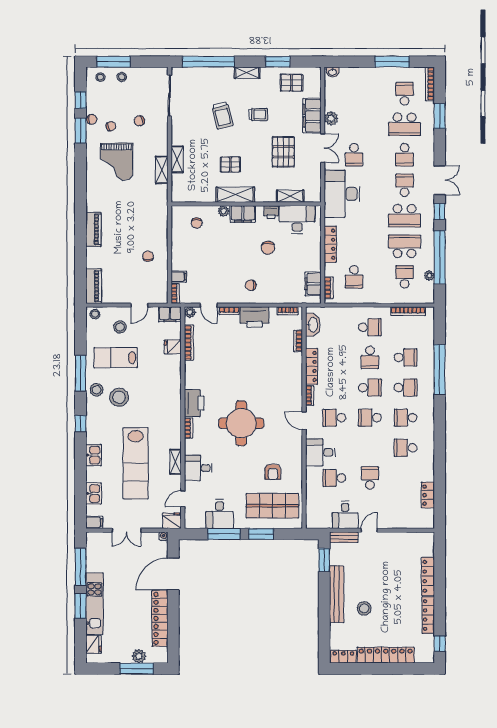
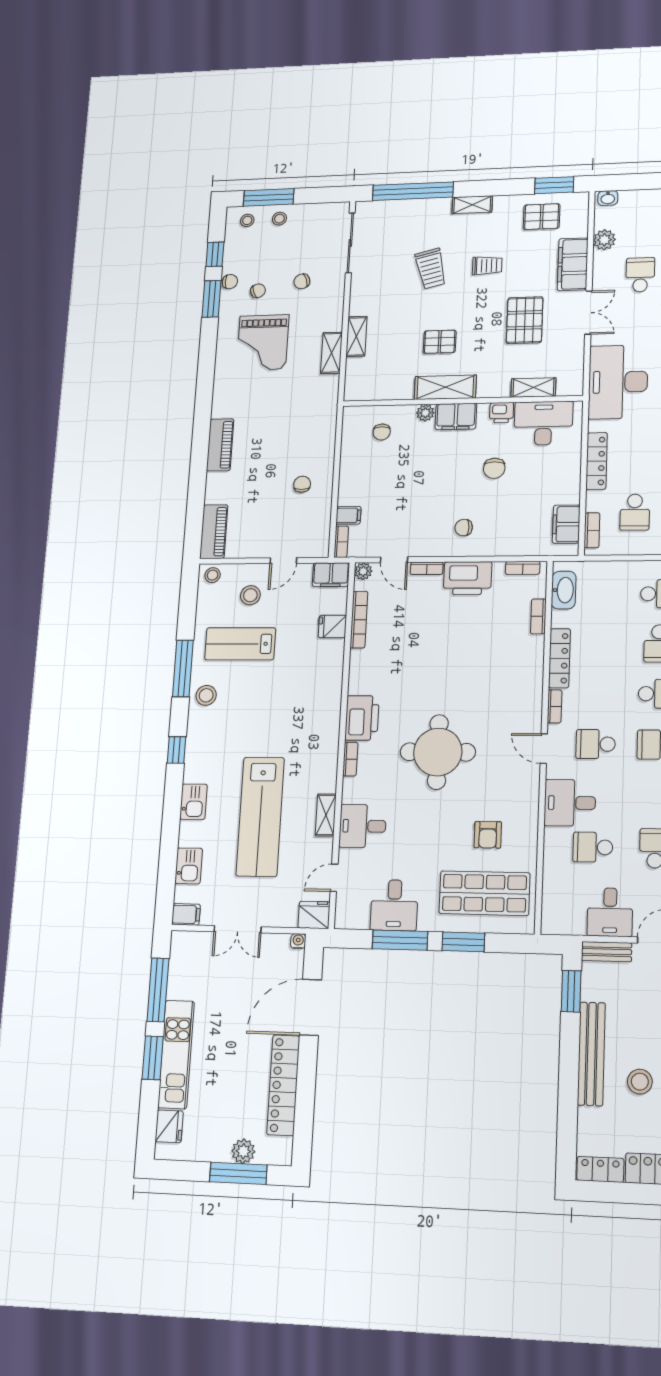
window: (278, 62) -> (554, 185), moved
plant: (331, 118) -> (604, 240), moved
school desk: (354, 155) -> (640, 275), moved, turned 180
stool: (119, 397) -> (241, 708), removed

